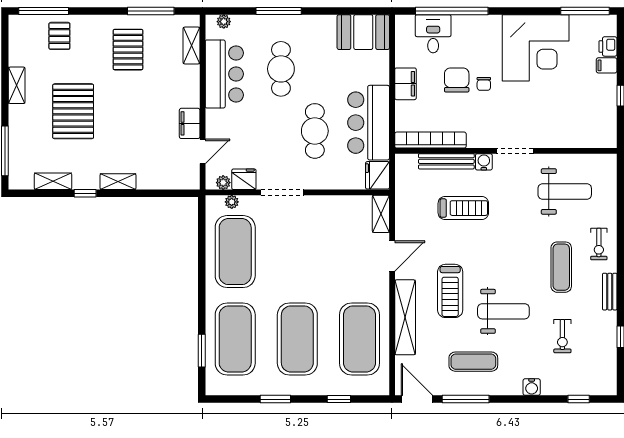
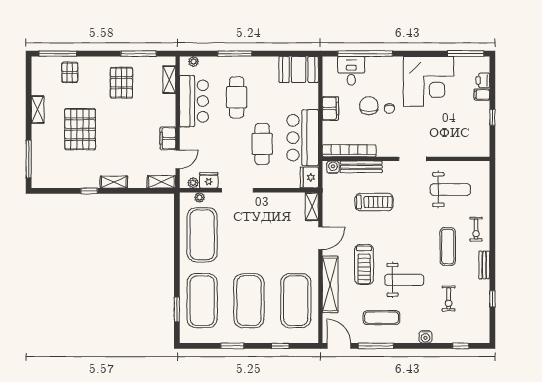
water cooler: (484, 162) -> (333, 167), moved
shelving: (53, 181) -> (161, 182), moved

